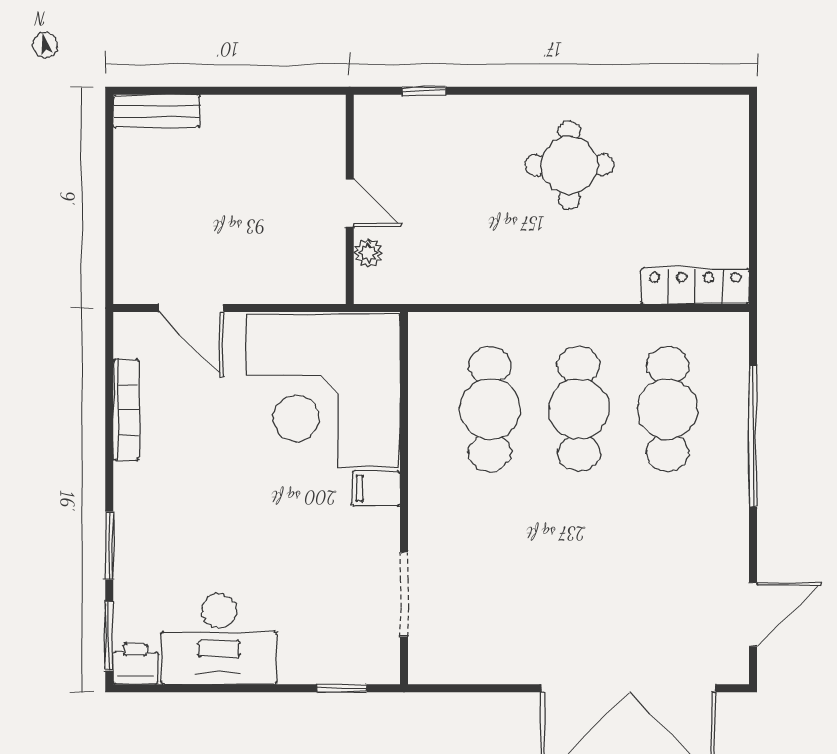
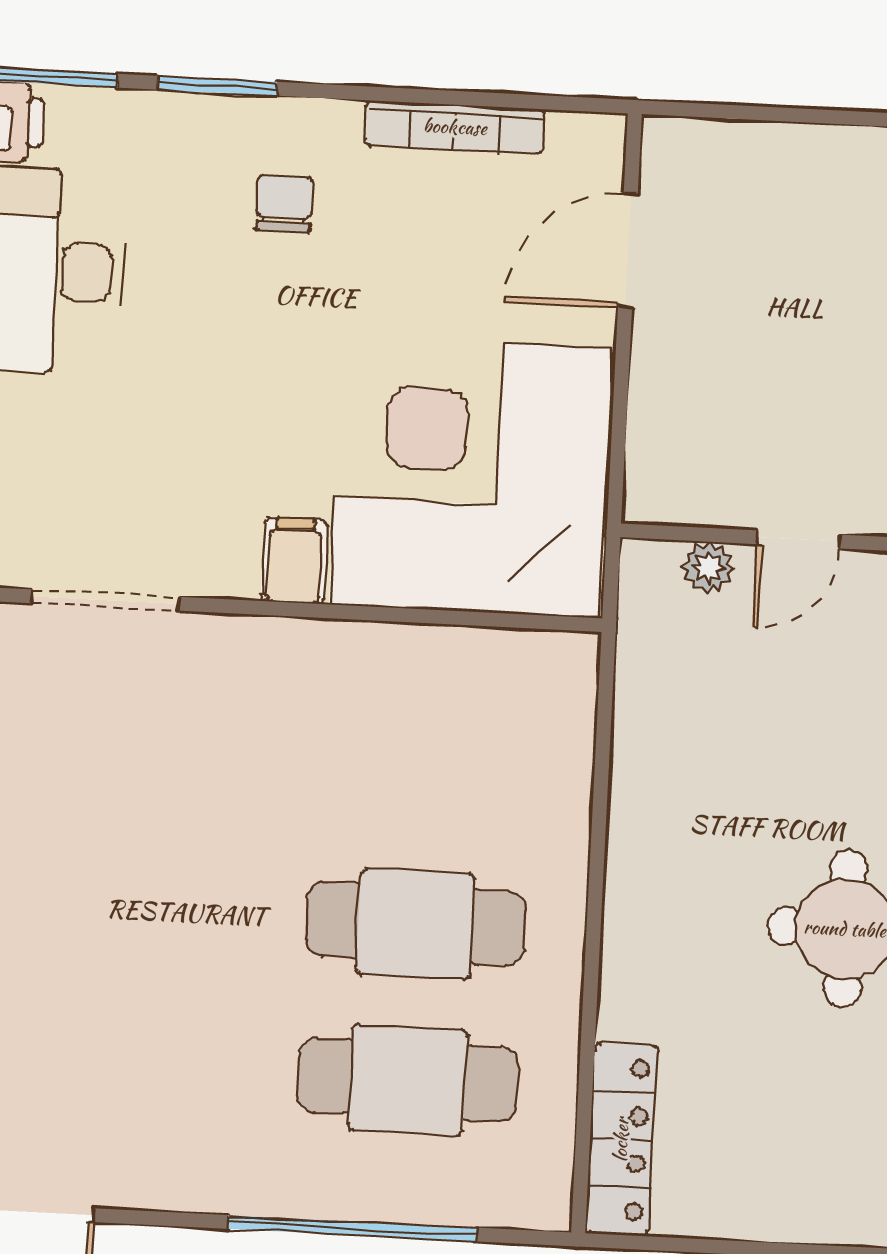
cafe table: (490, 409) -> (423, 767), removed
chair: (174, 504) -> (284, 203), added

